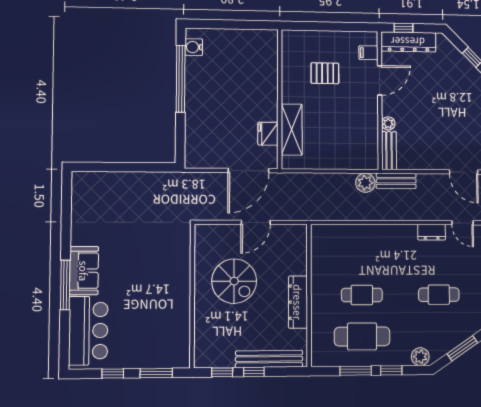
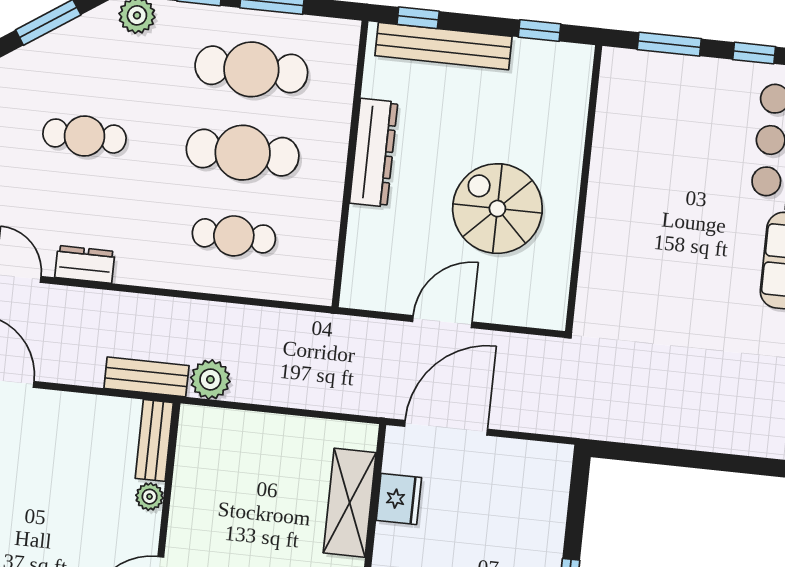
cafe table: (362, 254) -> (234, 236), added
cafe table: (362, 295) -> (243, 153), width x1.37, depth x1.35
window: (254, 372) -> (418, 18), moved

